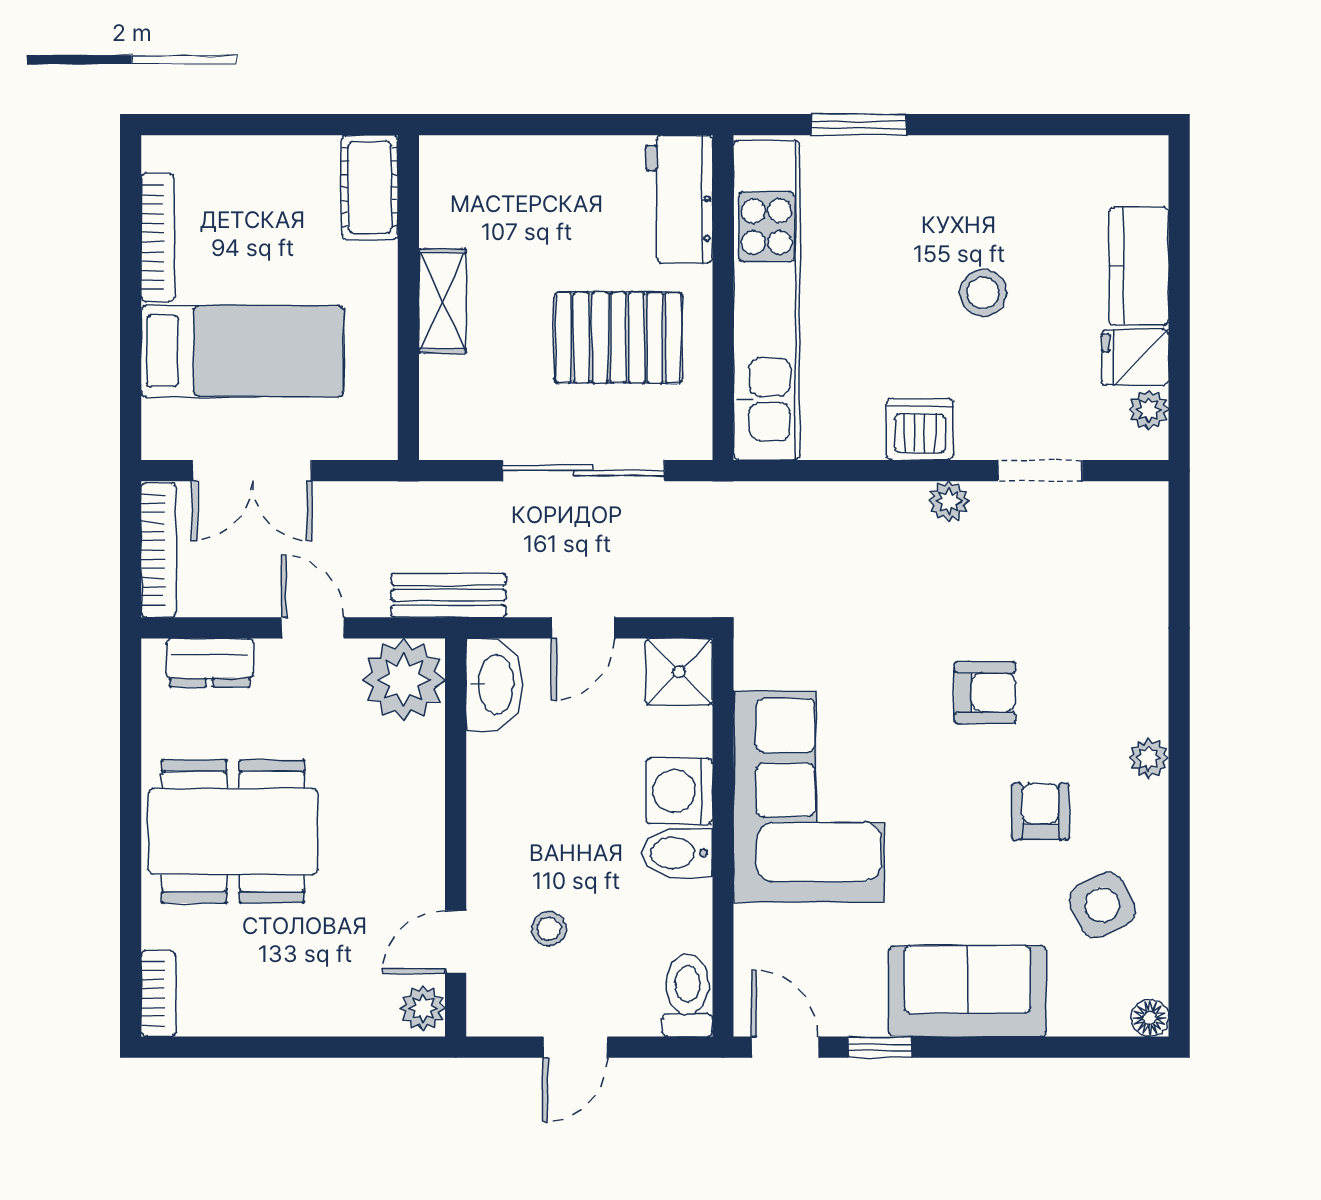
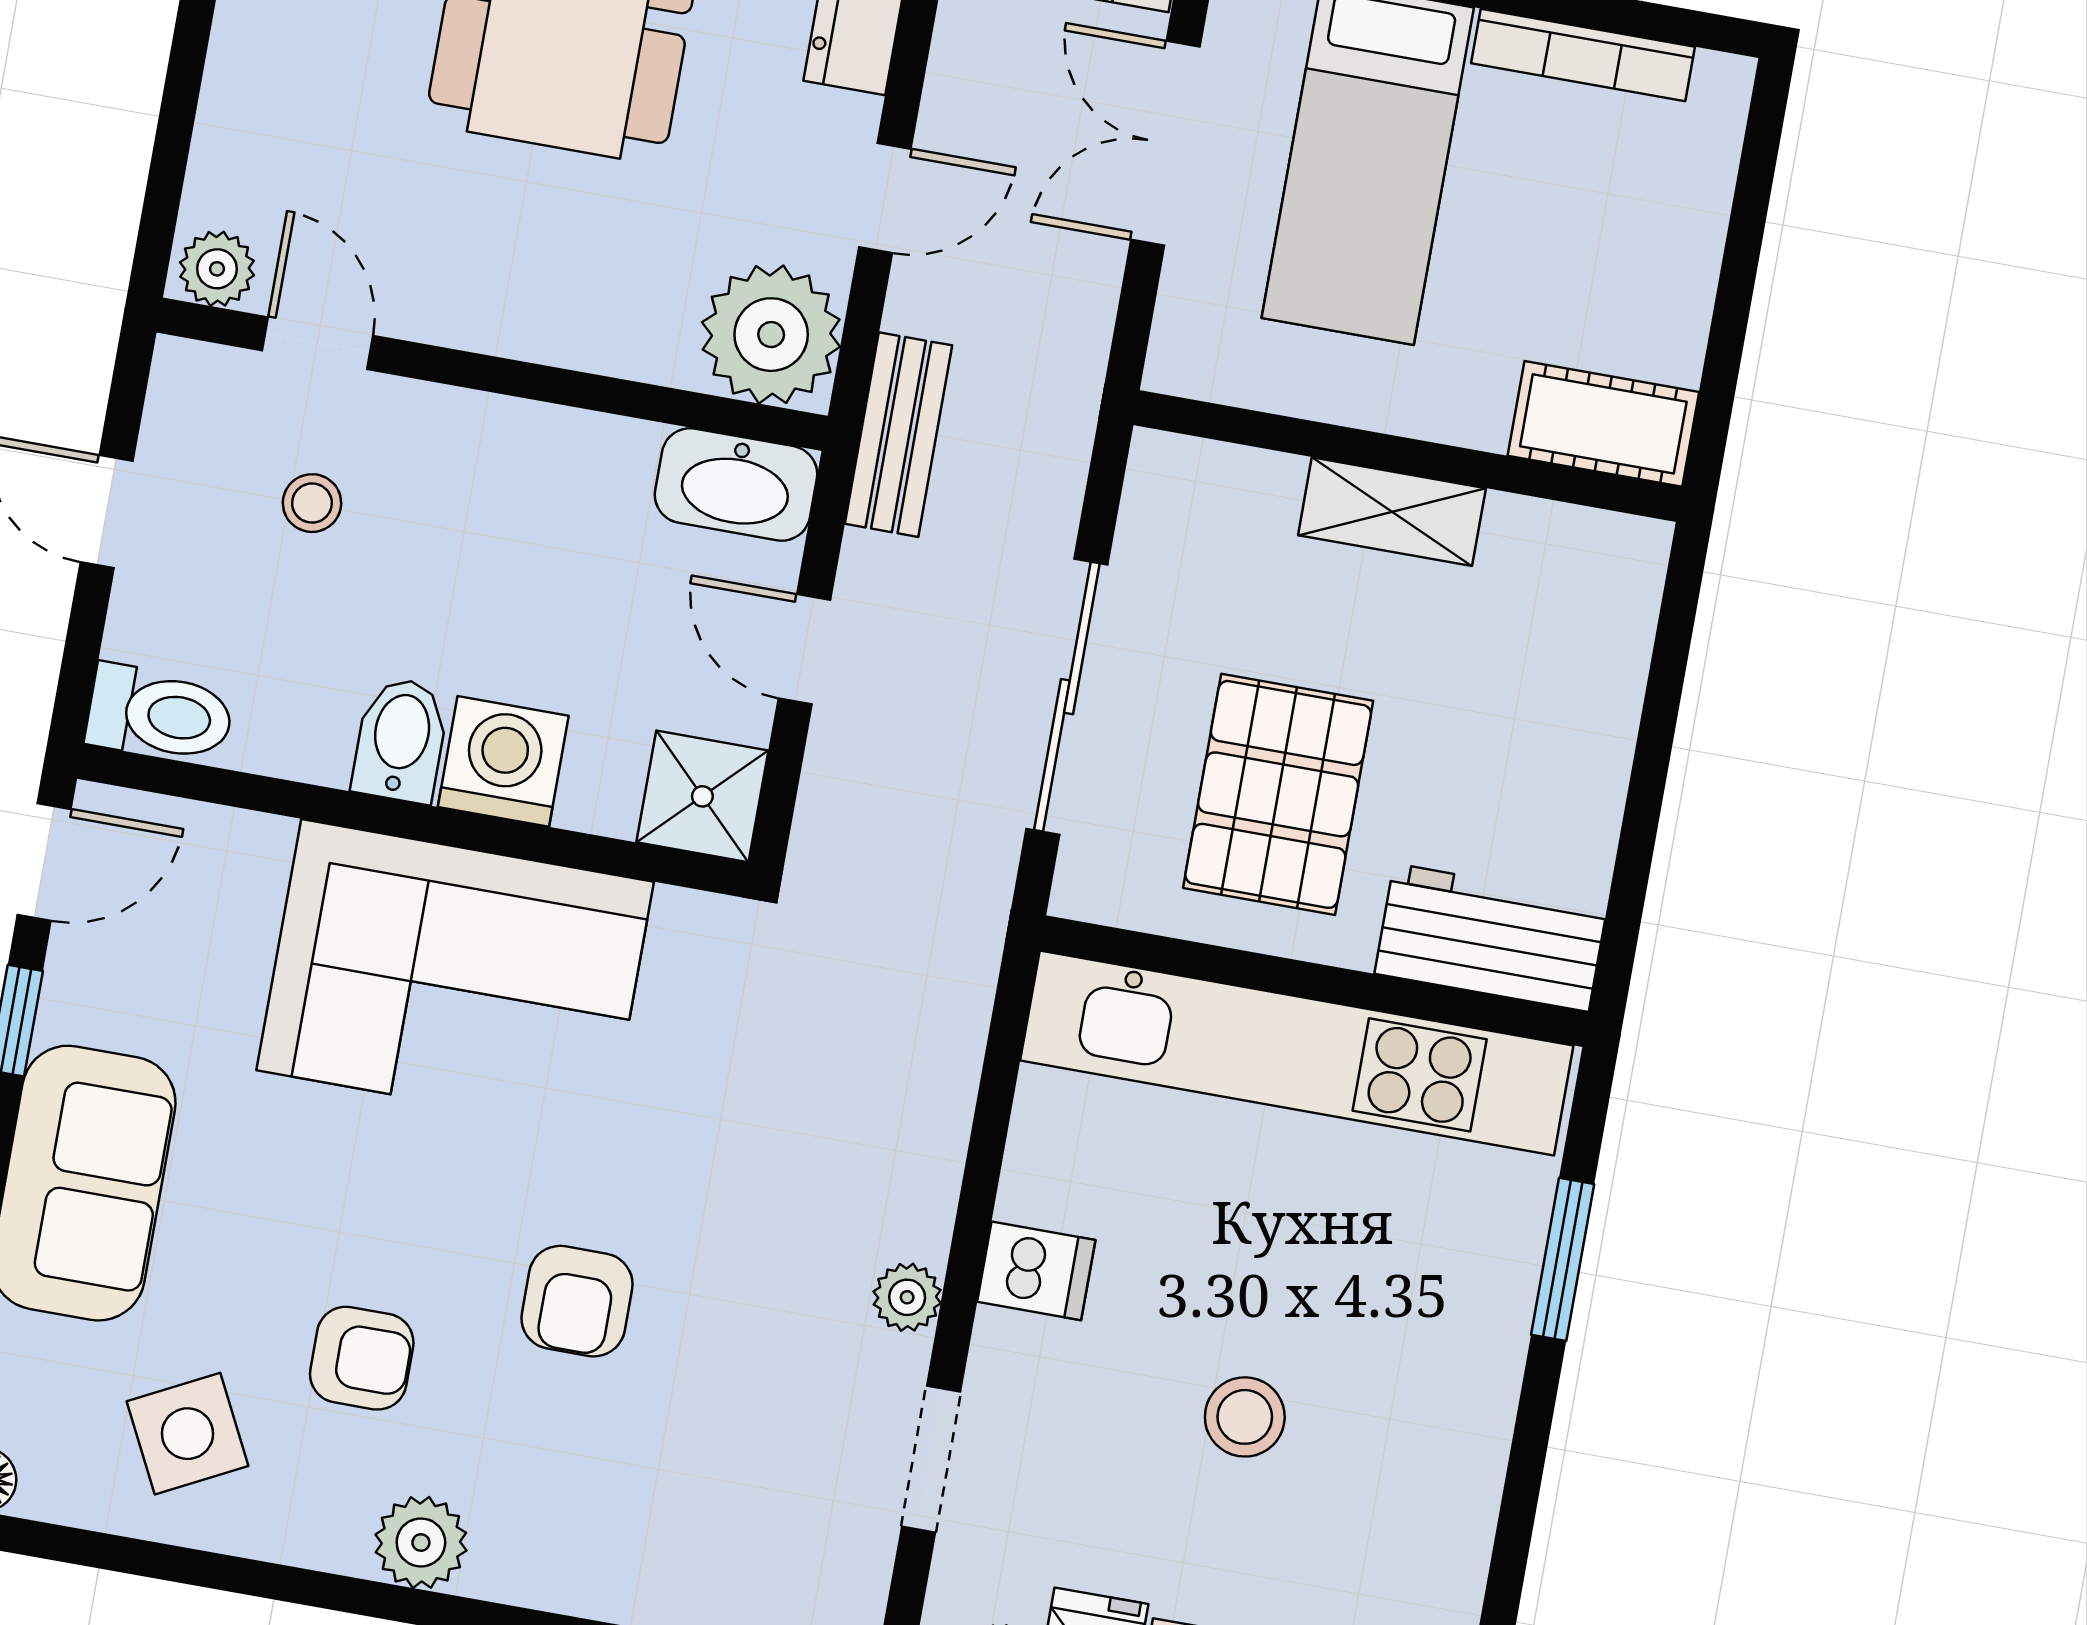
dishwasher: (920, 429) -> (1036, 1271), width x0.73
plant: (1149, 758) -> (421, 1542), width x1.38, depth x1.38

